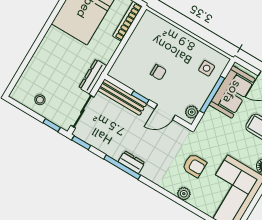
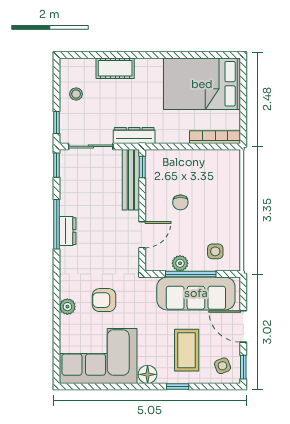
cot: (38, 62) -> (115, 68), added
sofa: (232, 92) -> (196, 293), width x1.36
window: (140, 97) -> (142, 167), moved
door: (165, 112) -> (142, 235), swing flipped
plant: (192, 112) -> (180, 263), moved
armchair: (194, 166) -> (104, 300), turned 90

